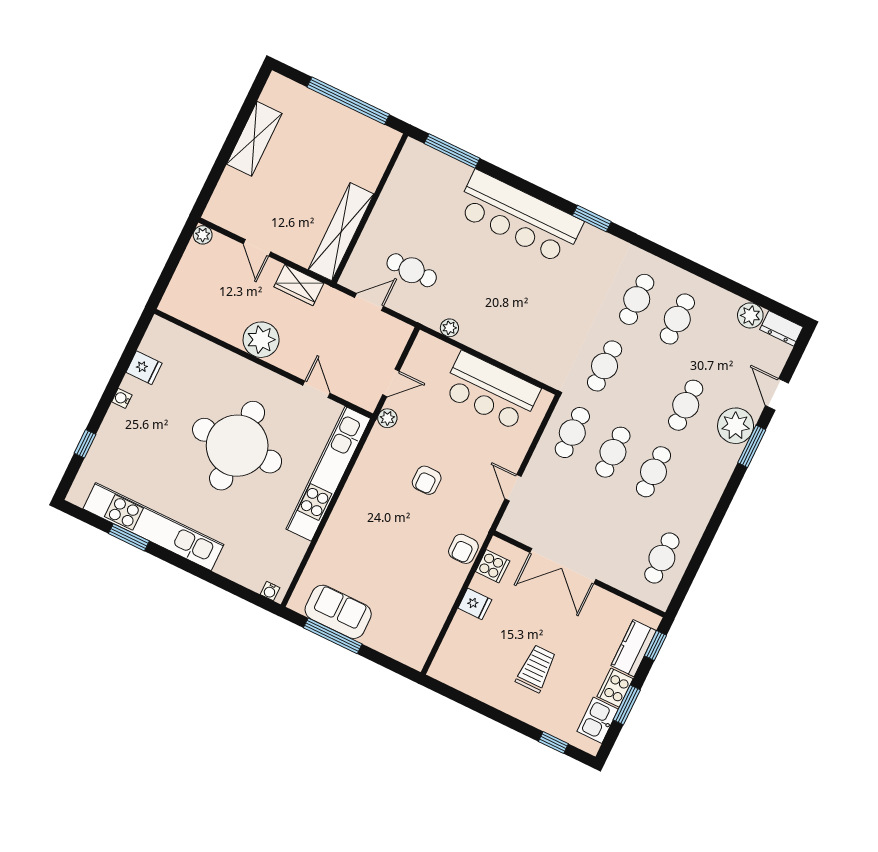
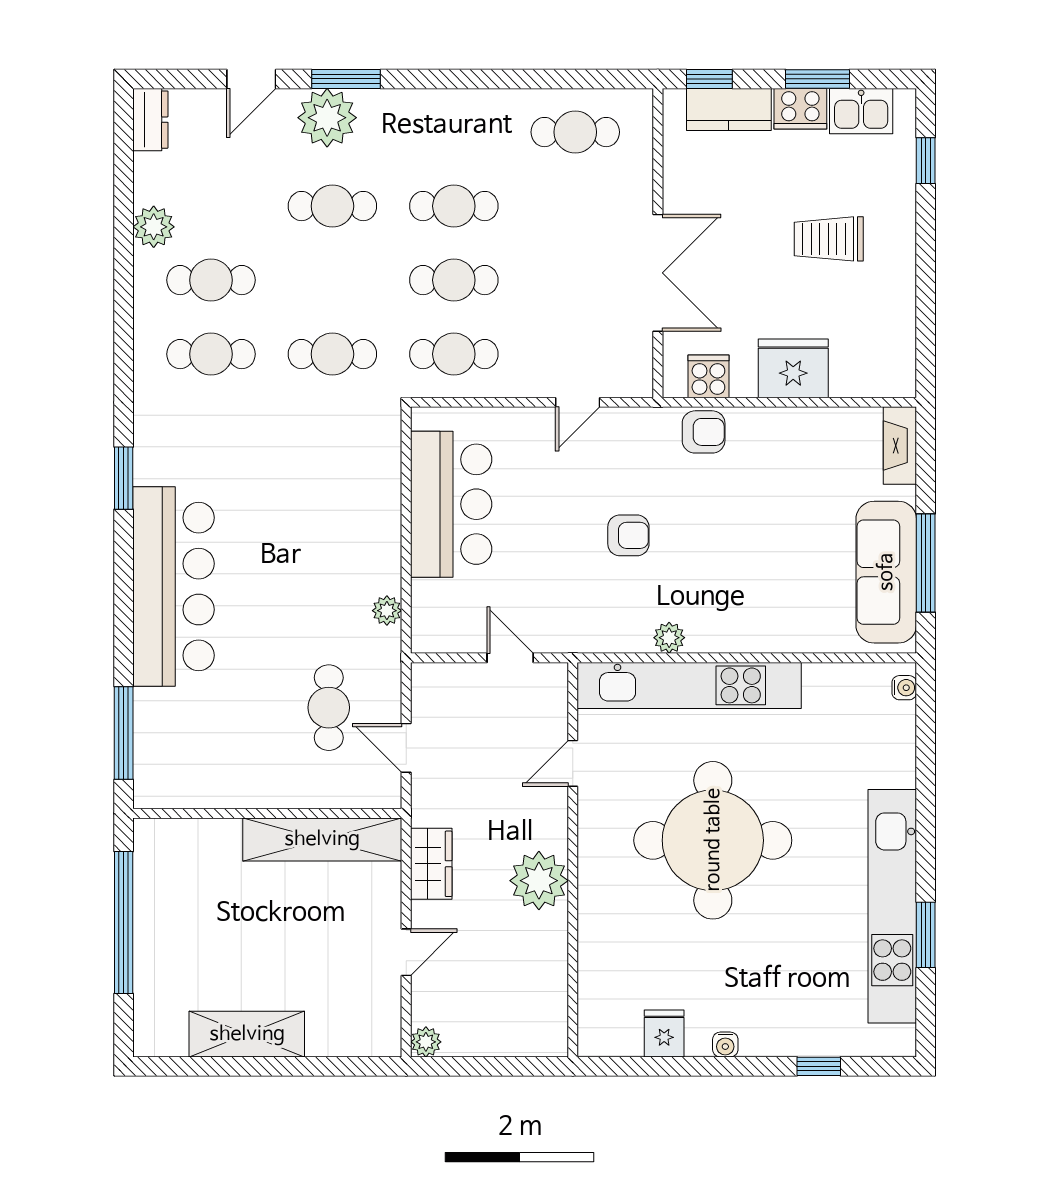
plant: (750, 315) -> (154, 227), moved
plant: (387, 418) -> (669, 638), moved
fridge: (475, 604) -> (793, 368), width x1.88, depth x1.34
sofa: (338, 612) -> (886, 572), width x1.36
fireplace: (404, 653) -> (900, 446), added

